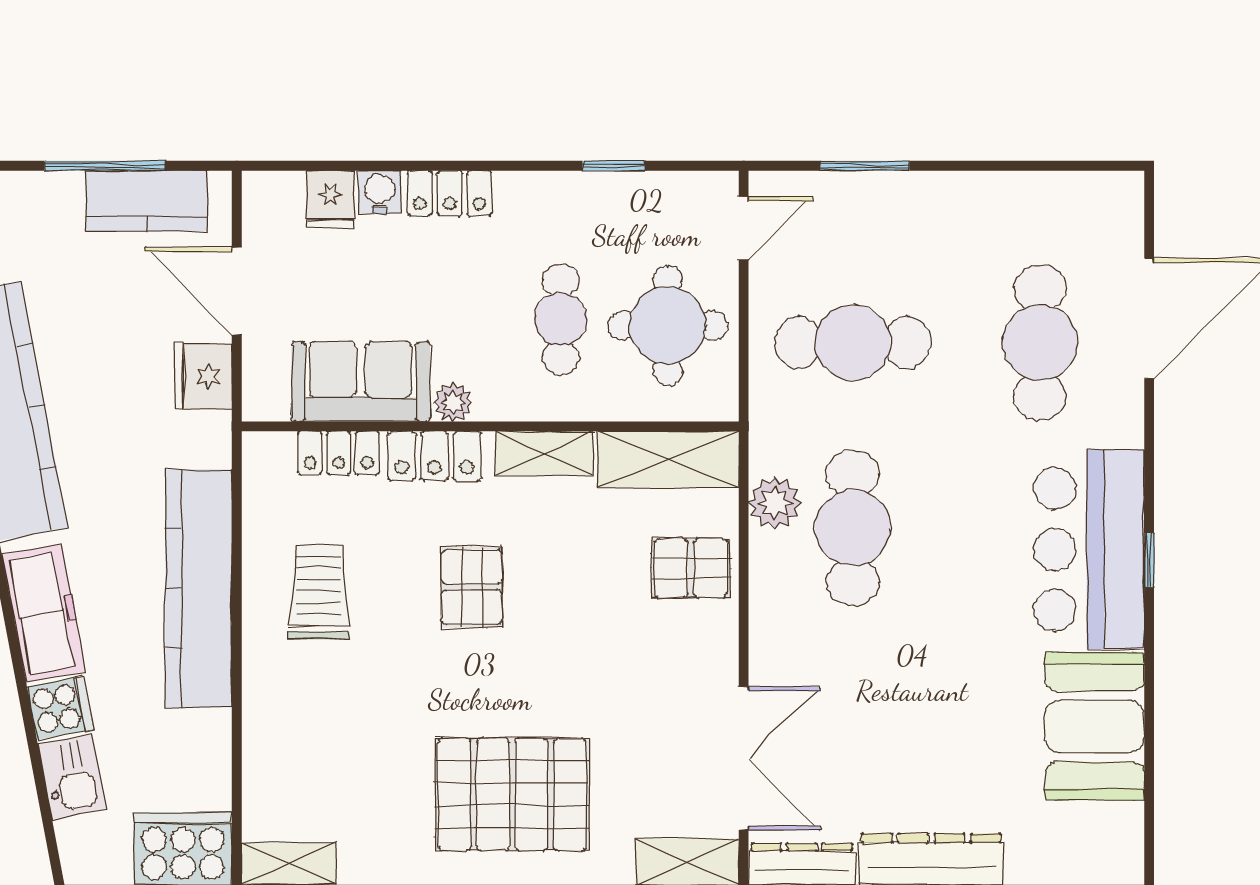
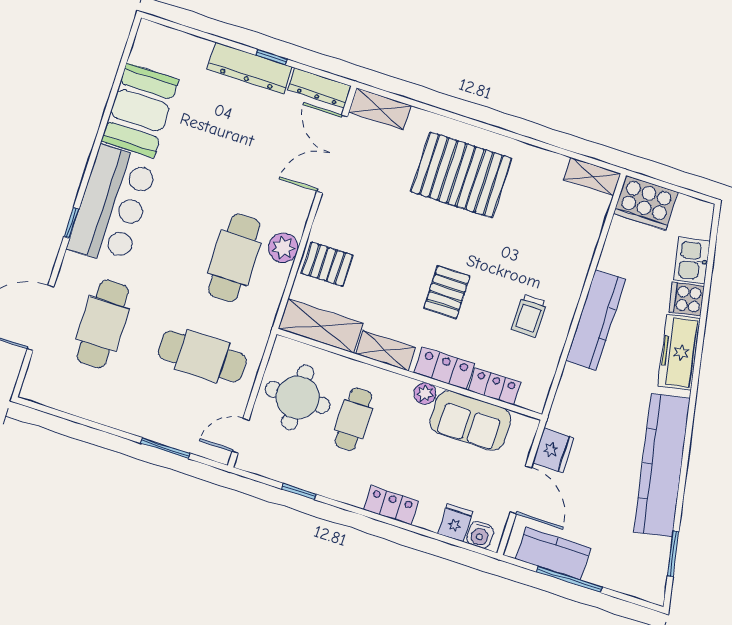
water cooler: (380, 192) -> (480, 535), moved
plant: (775, 503) -> (283, 248), moved
window: (1149, 560) -> (71, 223), moved
kitchen counter: (199, 588) -> (596, 320), width x0.72, depth x0.86
trolley: (319, 592) -> (529, 316), width x0.73, depth x0.72

